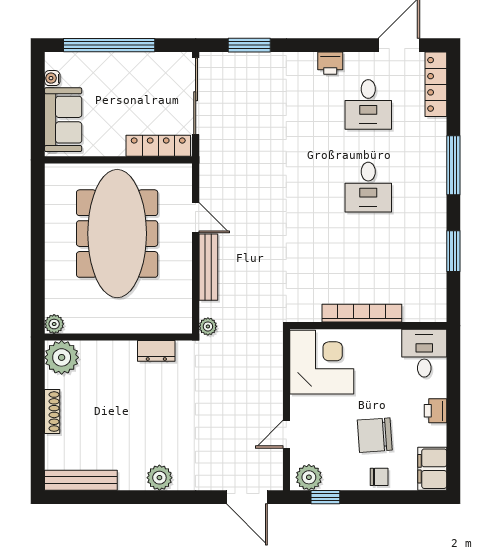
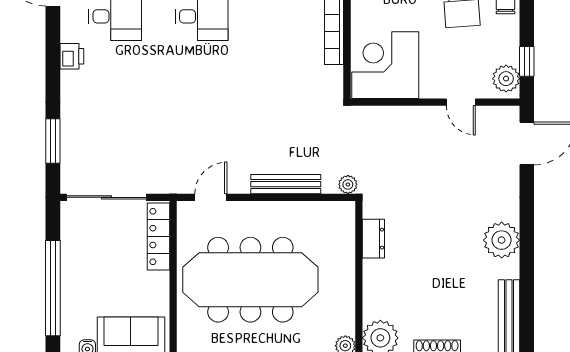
door: (196, 218) -> (211, 197), moved
plant: (159, 478) -> (502, 240), width x1.36, depth x1.36

